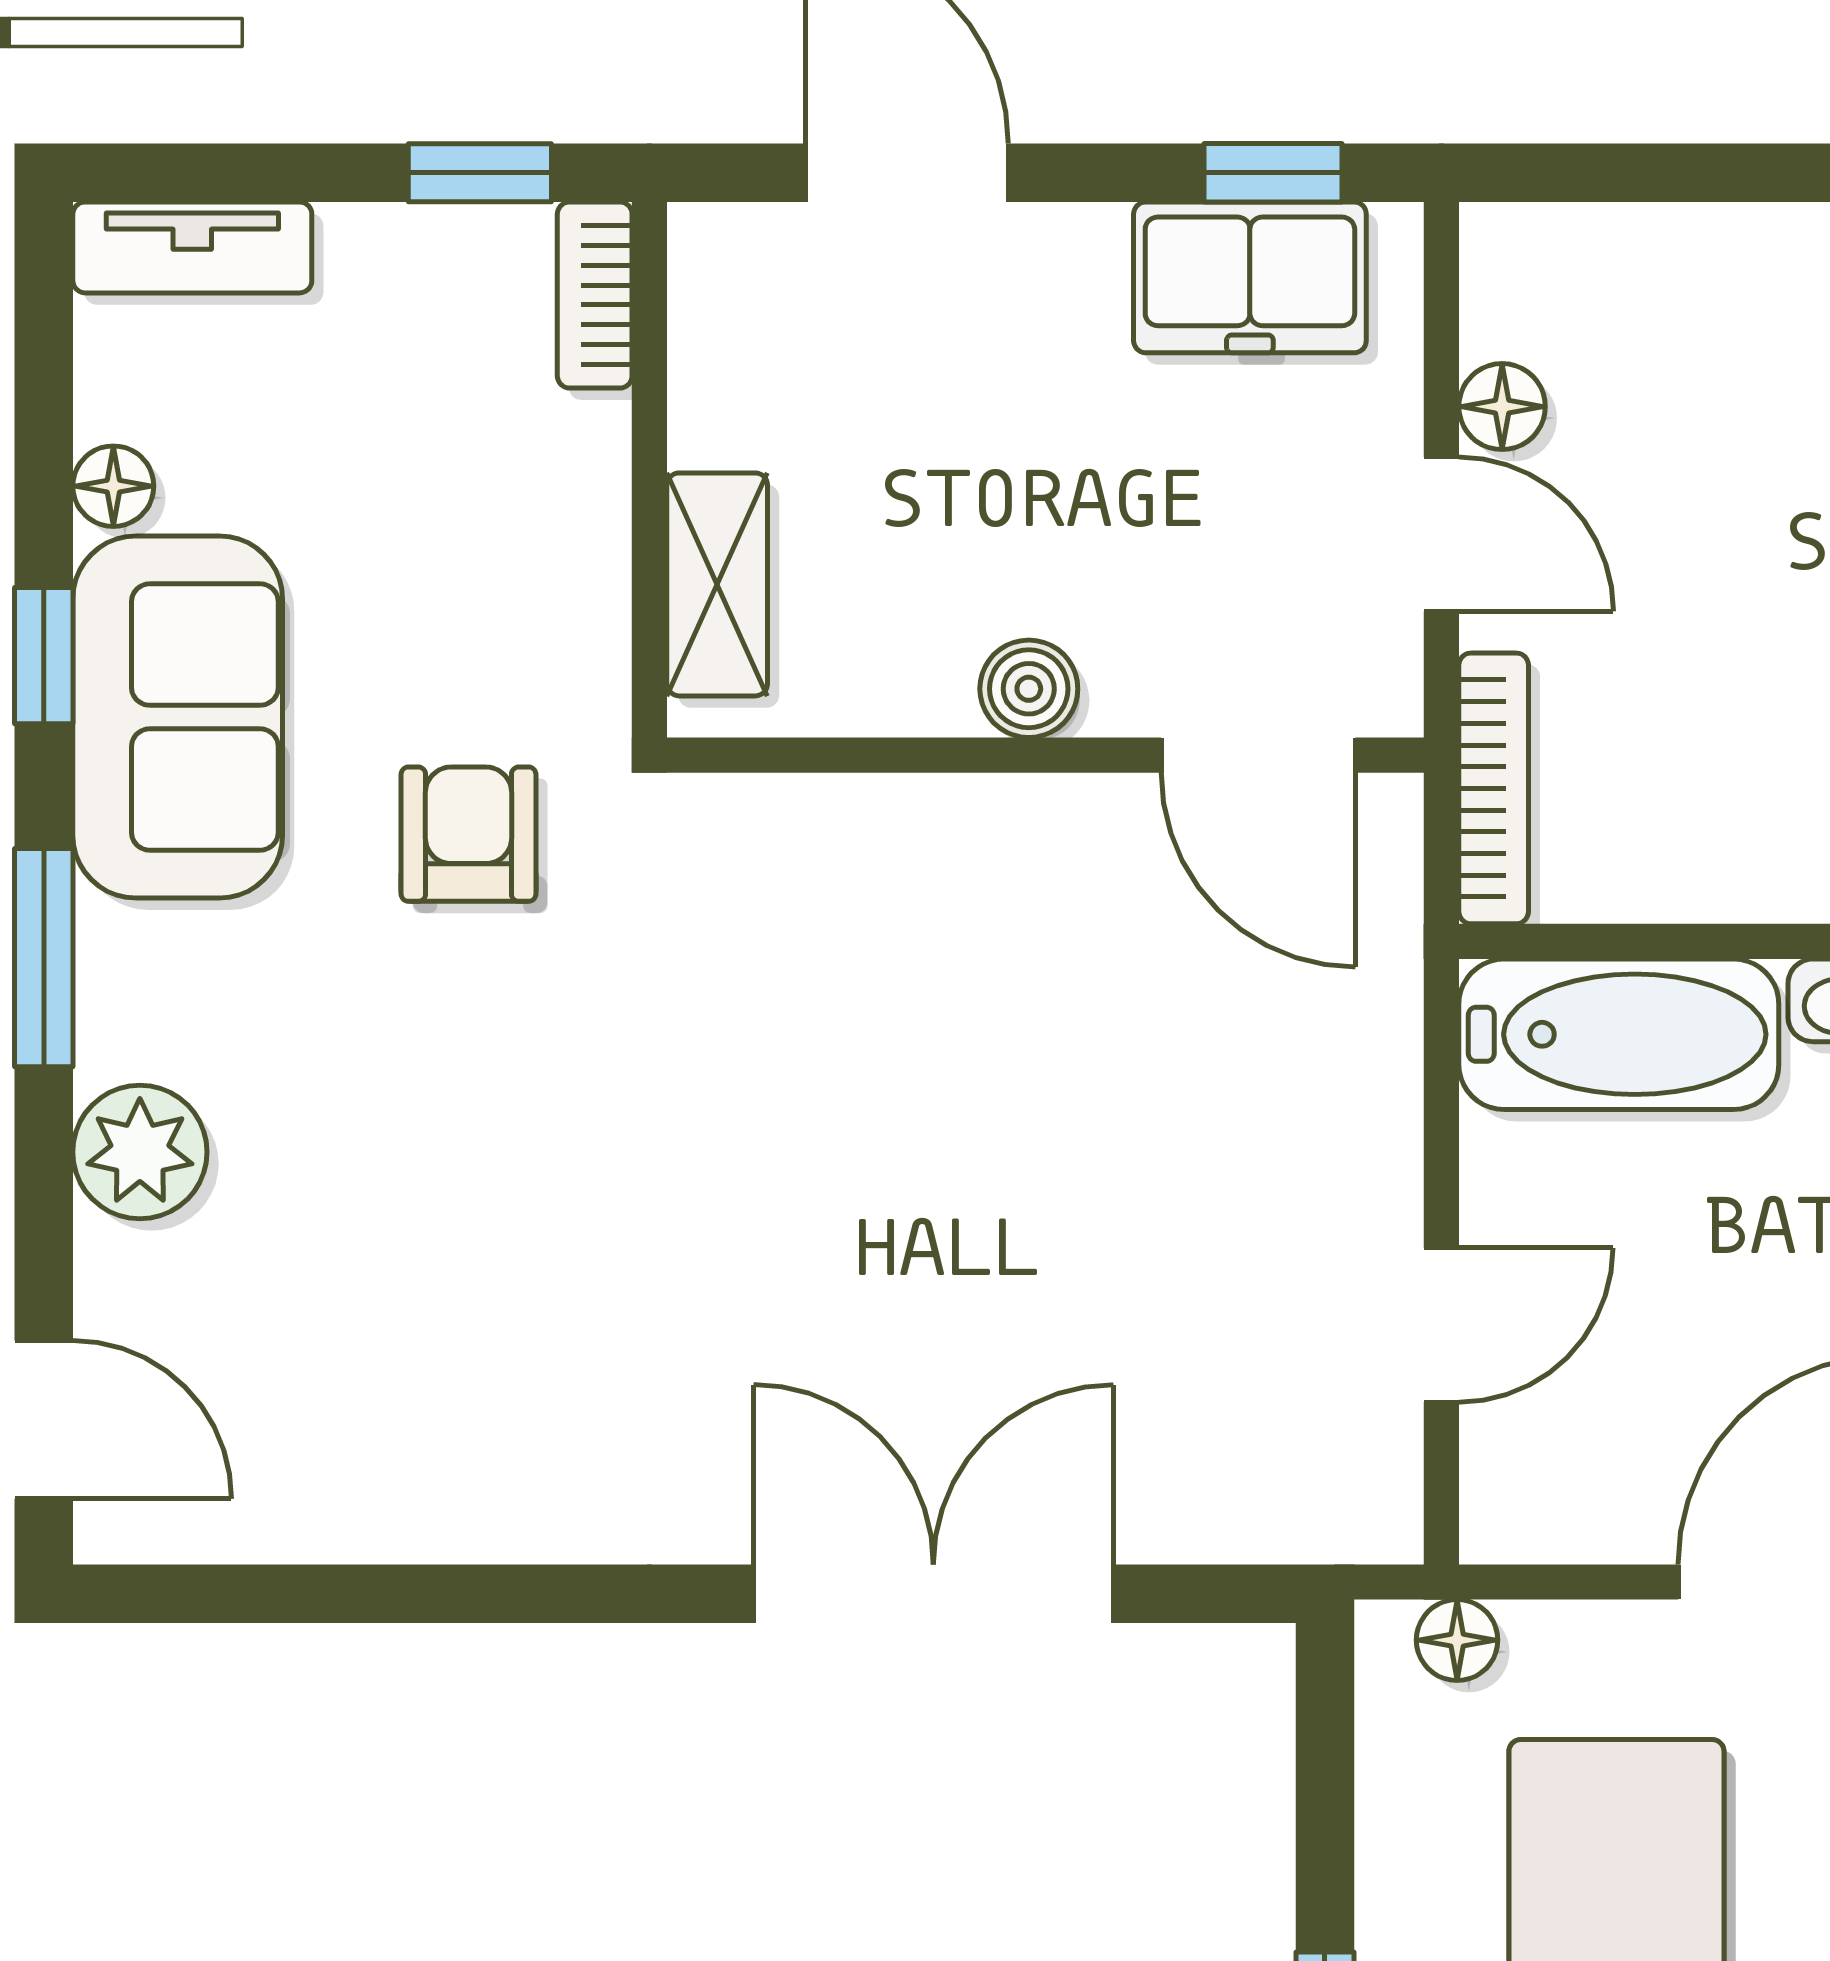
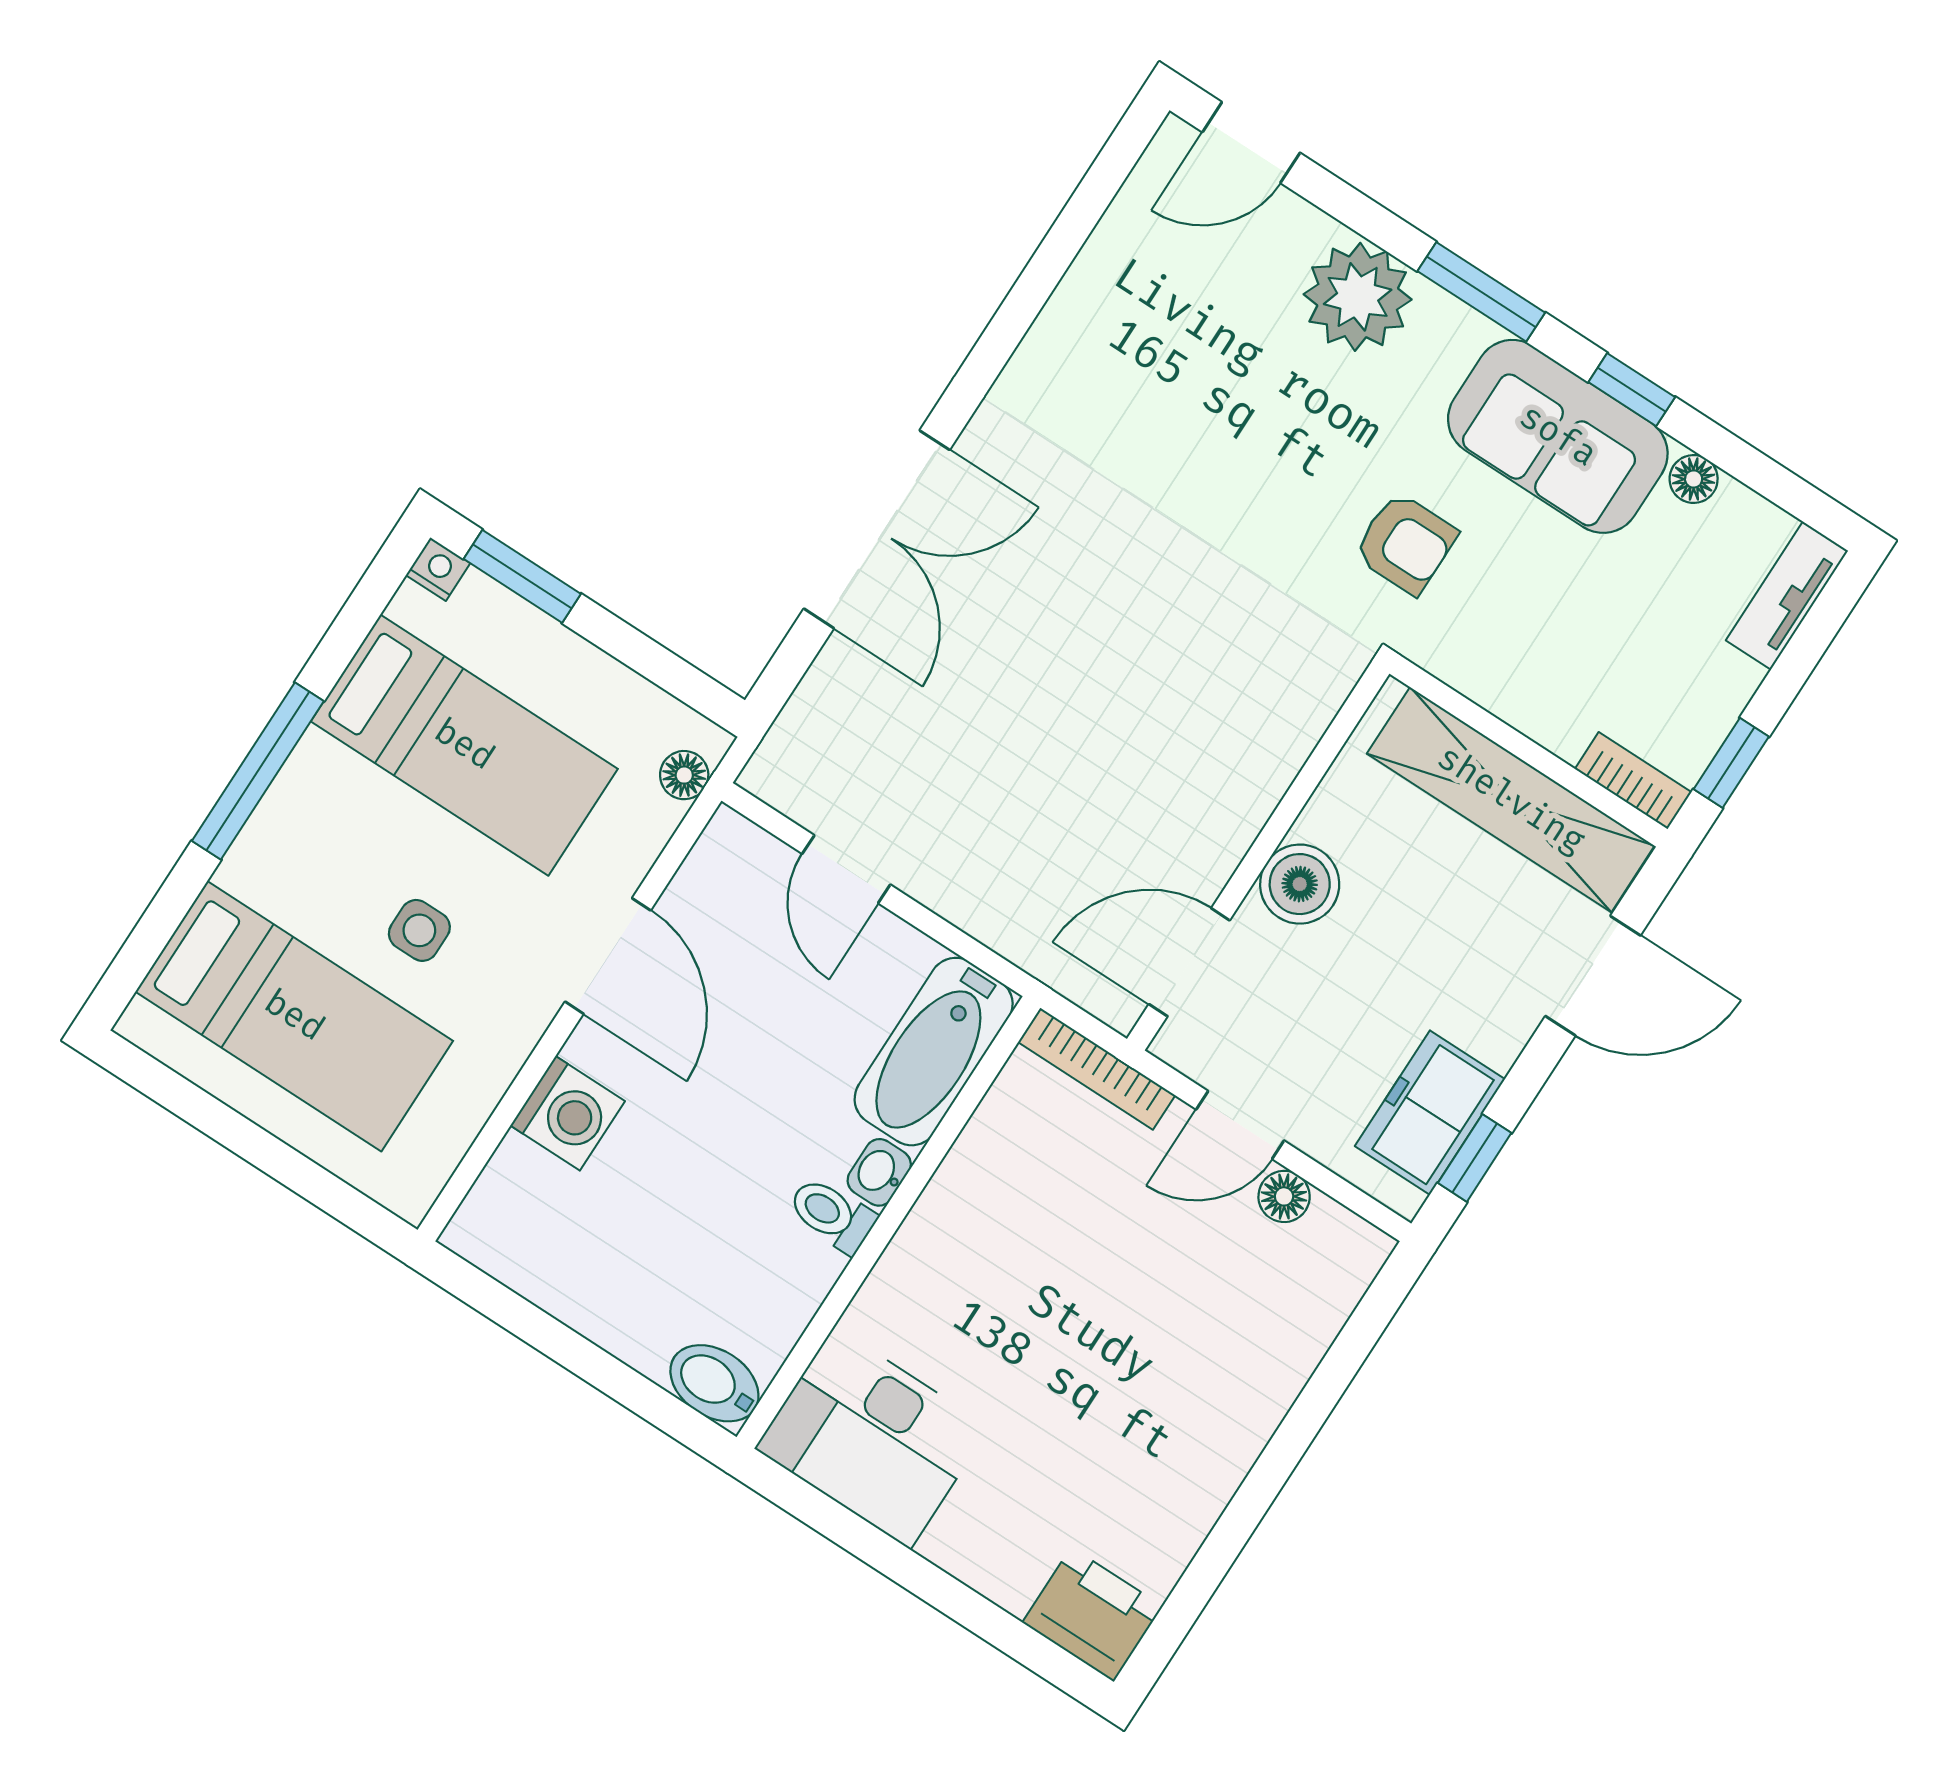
shelving: (717, 584) -> (1511, 800), width x2.20, depth x1.33
boiler: (1029, 689) -> (1300, 884), width x1.36, depth x1.36
plant: (140, 1152) -> (1358, 297), width x1.36, depth x1.36

